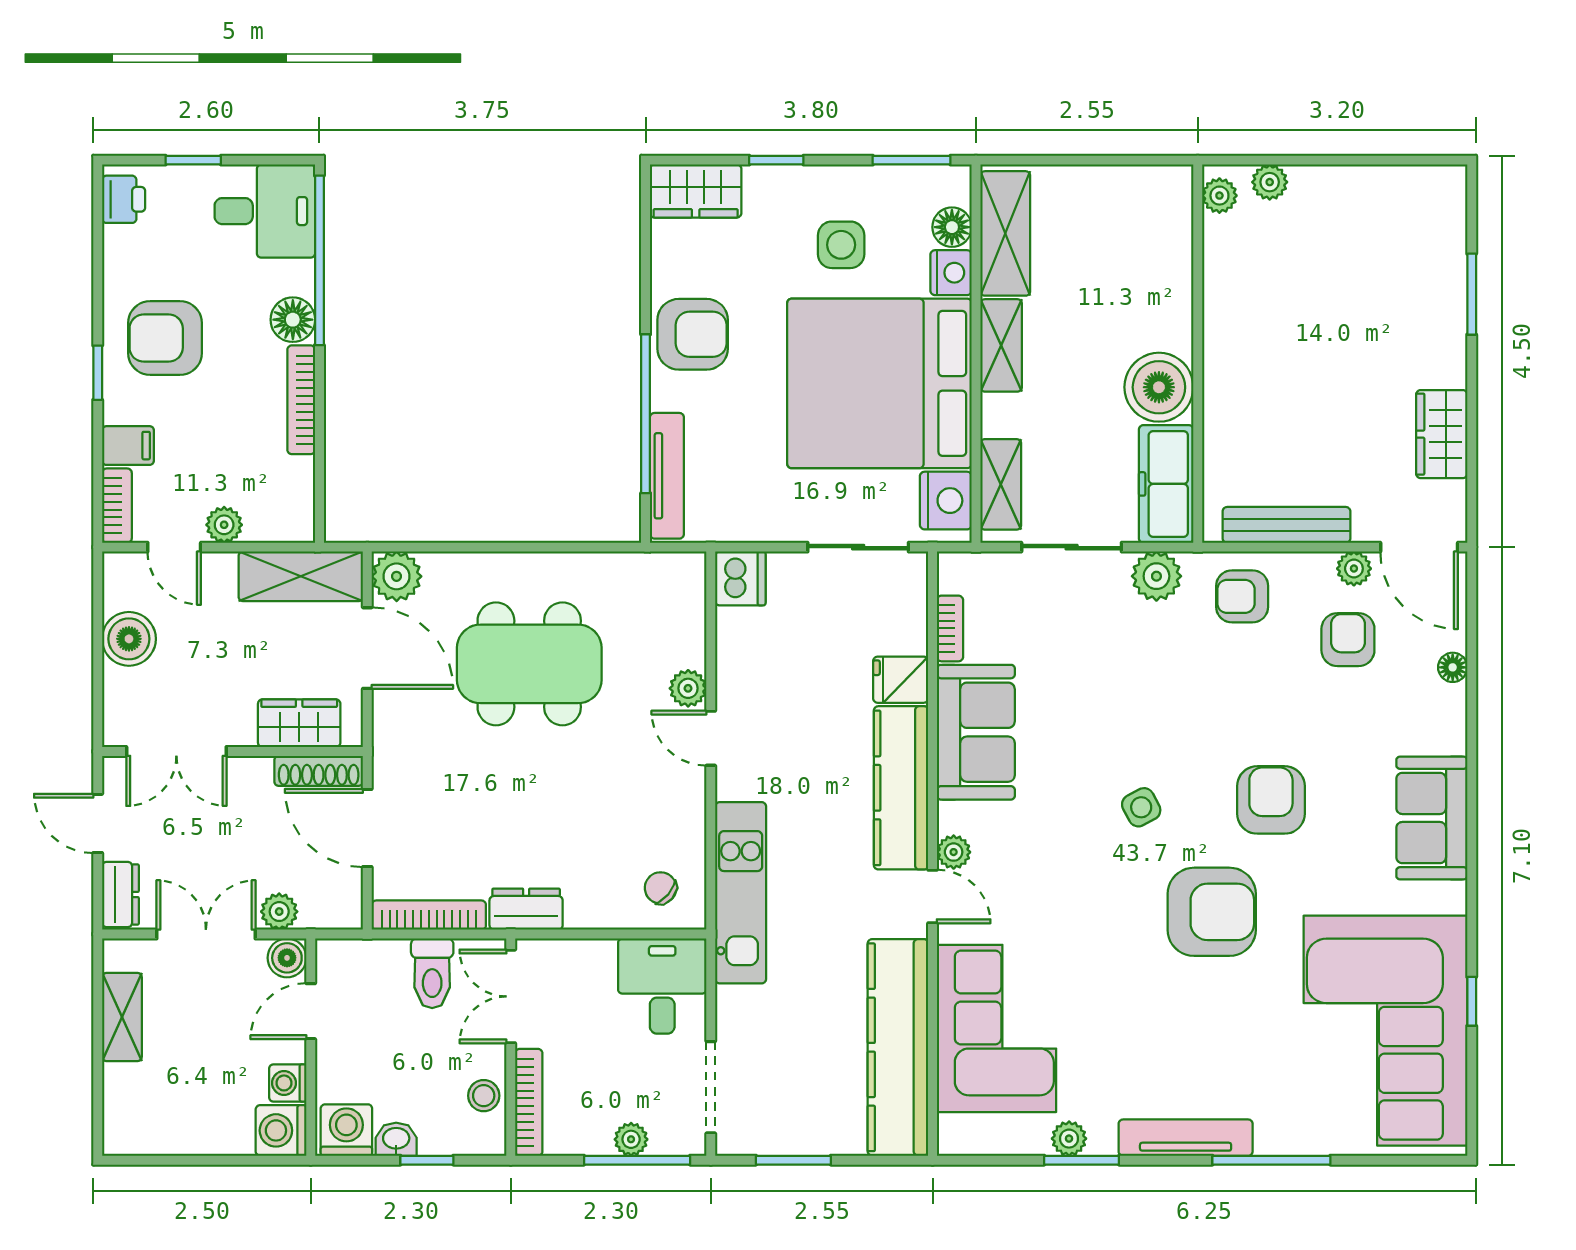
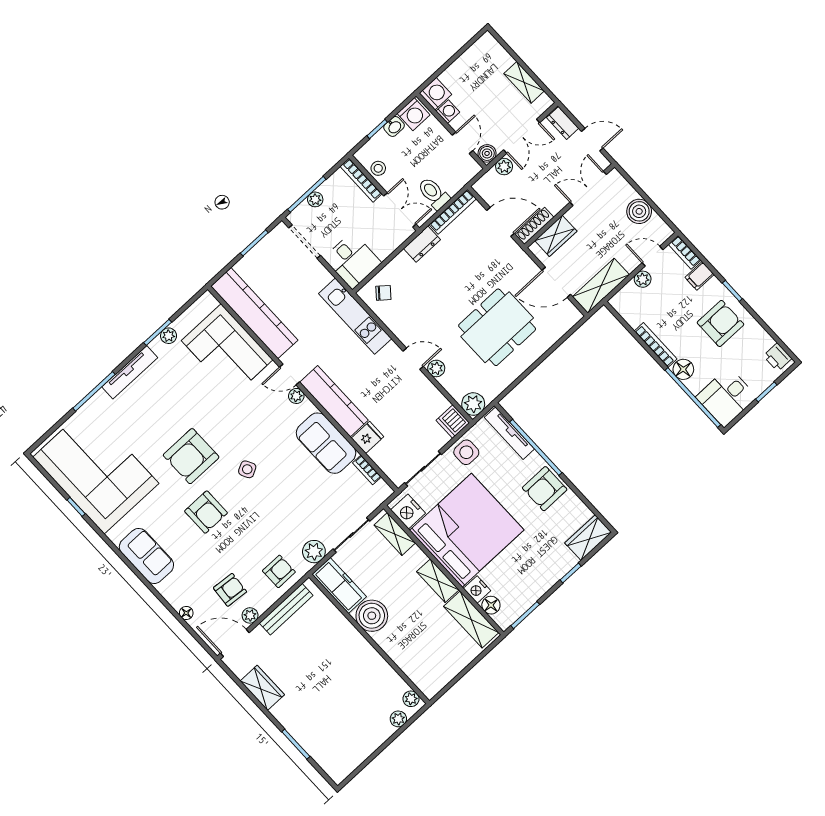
side table: (841, 245) -> (466, 452), moved
plant: (397, 576) -> (473, 404), moved
armchair: (1348, 640) -> (230, 590), turned -85

